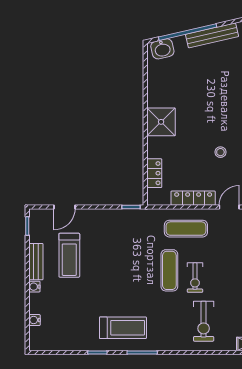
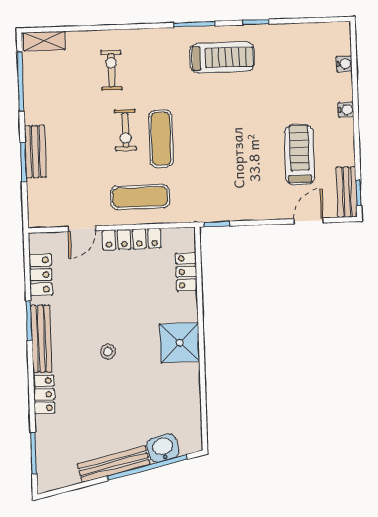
washbasin: (162, 49) -> (163, 448), moved
stool: (220, 152) -> (108, 352), moved
bench: (36, 262) -> (347, 192), moved
exercise bike: (195, 278) -> (125, 130), turned 180
exercise bike: (204, 321) -> (111, 70), width x0.73, depth x0.72
treadmill: (123, 328) -> (222, 57), turned 180

